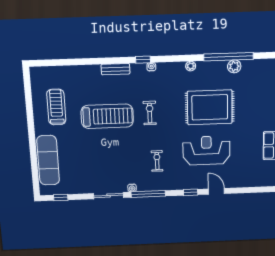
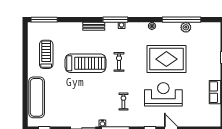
window: (143, 60) -> (115, 20), width x2.17
window: (50, 63) -> (44, 20), added

